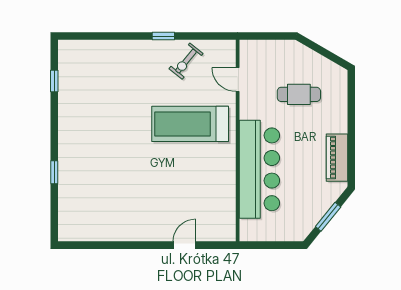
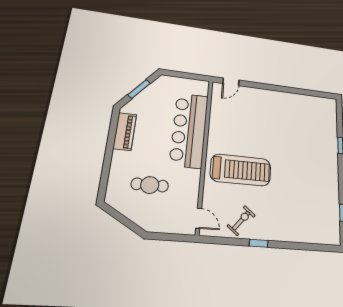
door: (238, 80) -> (199, 218), moved
door: (184, 245) -> (231, 82), moved

